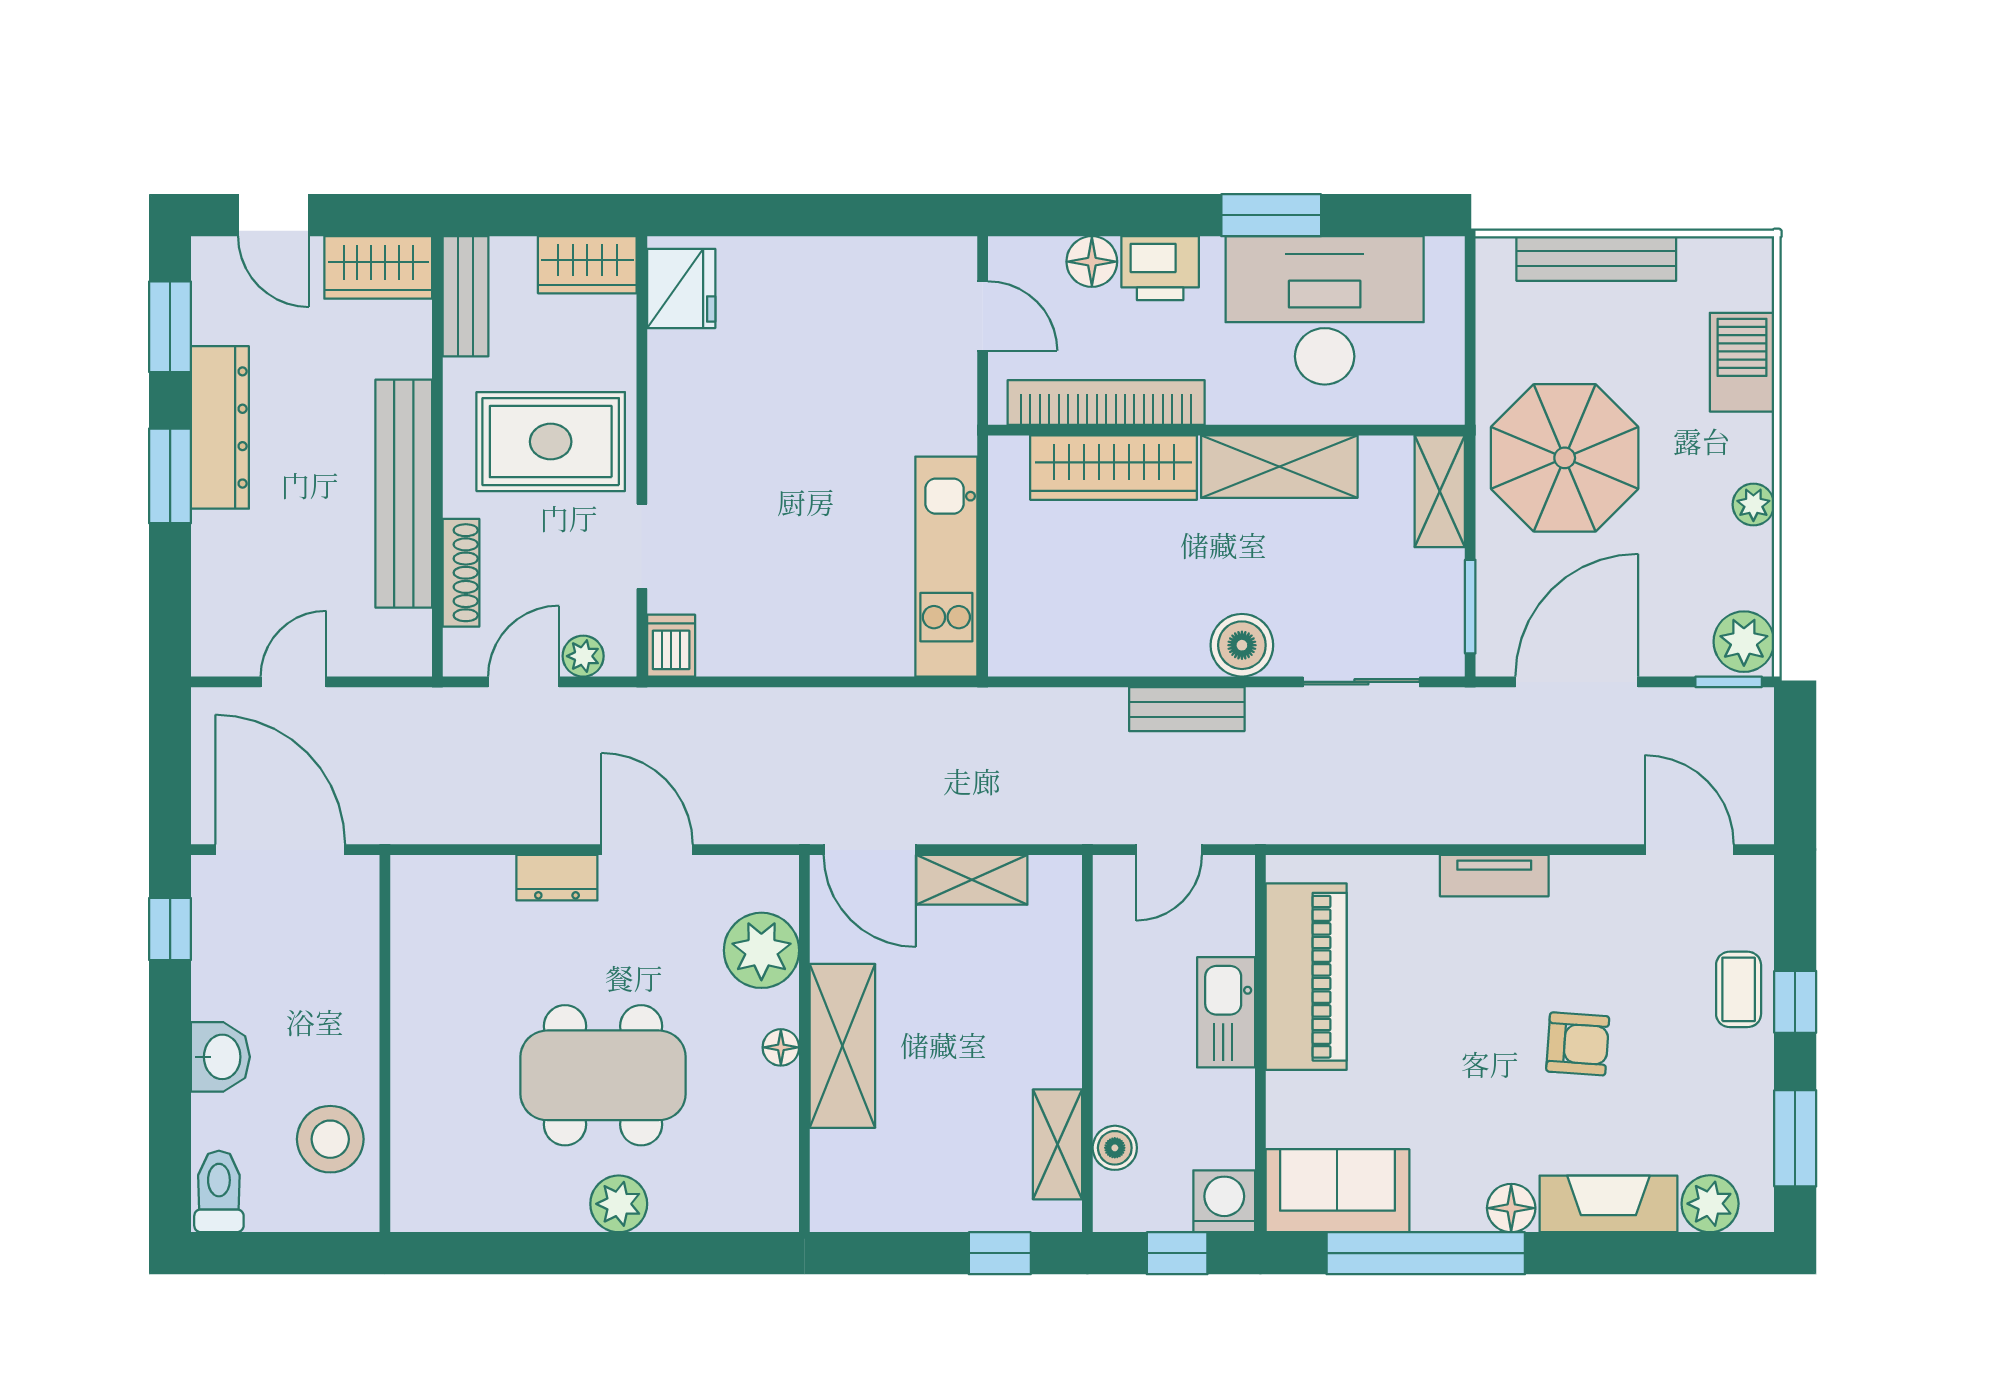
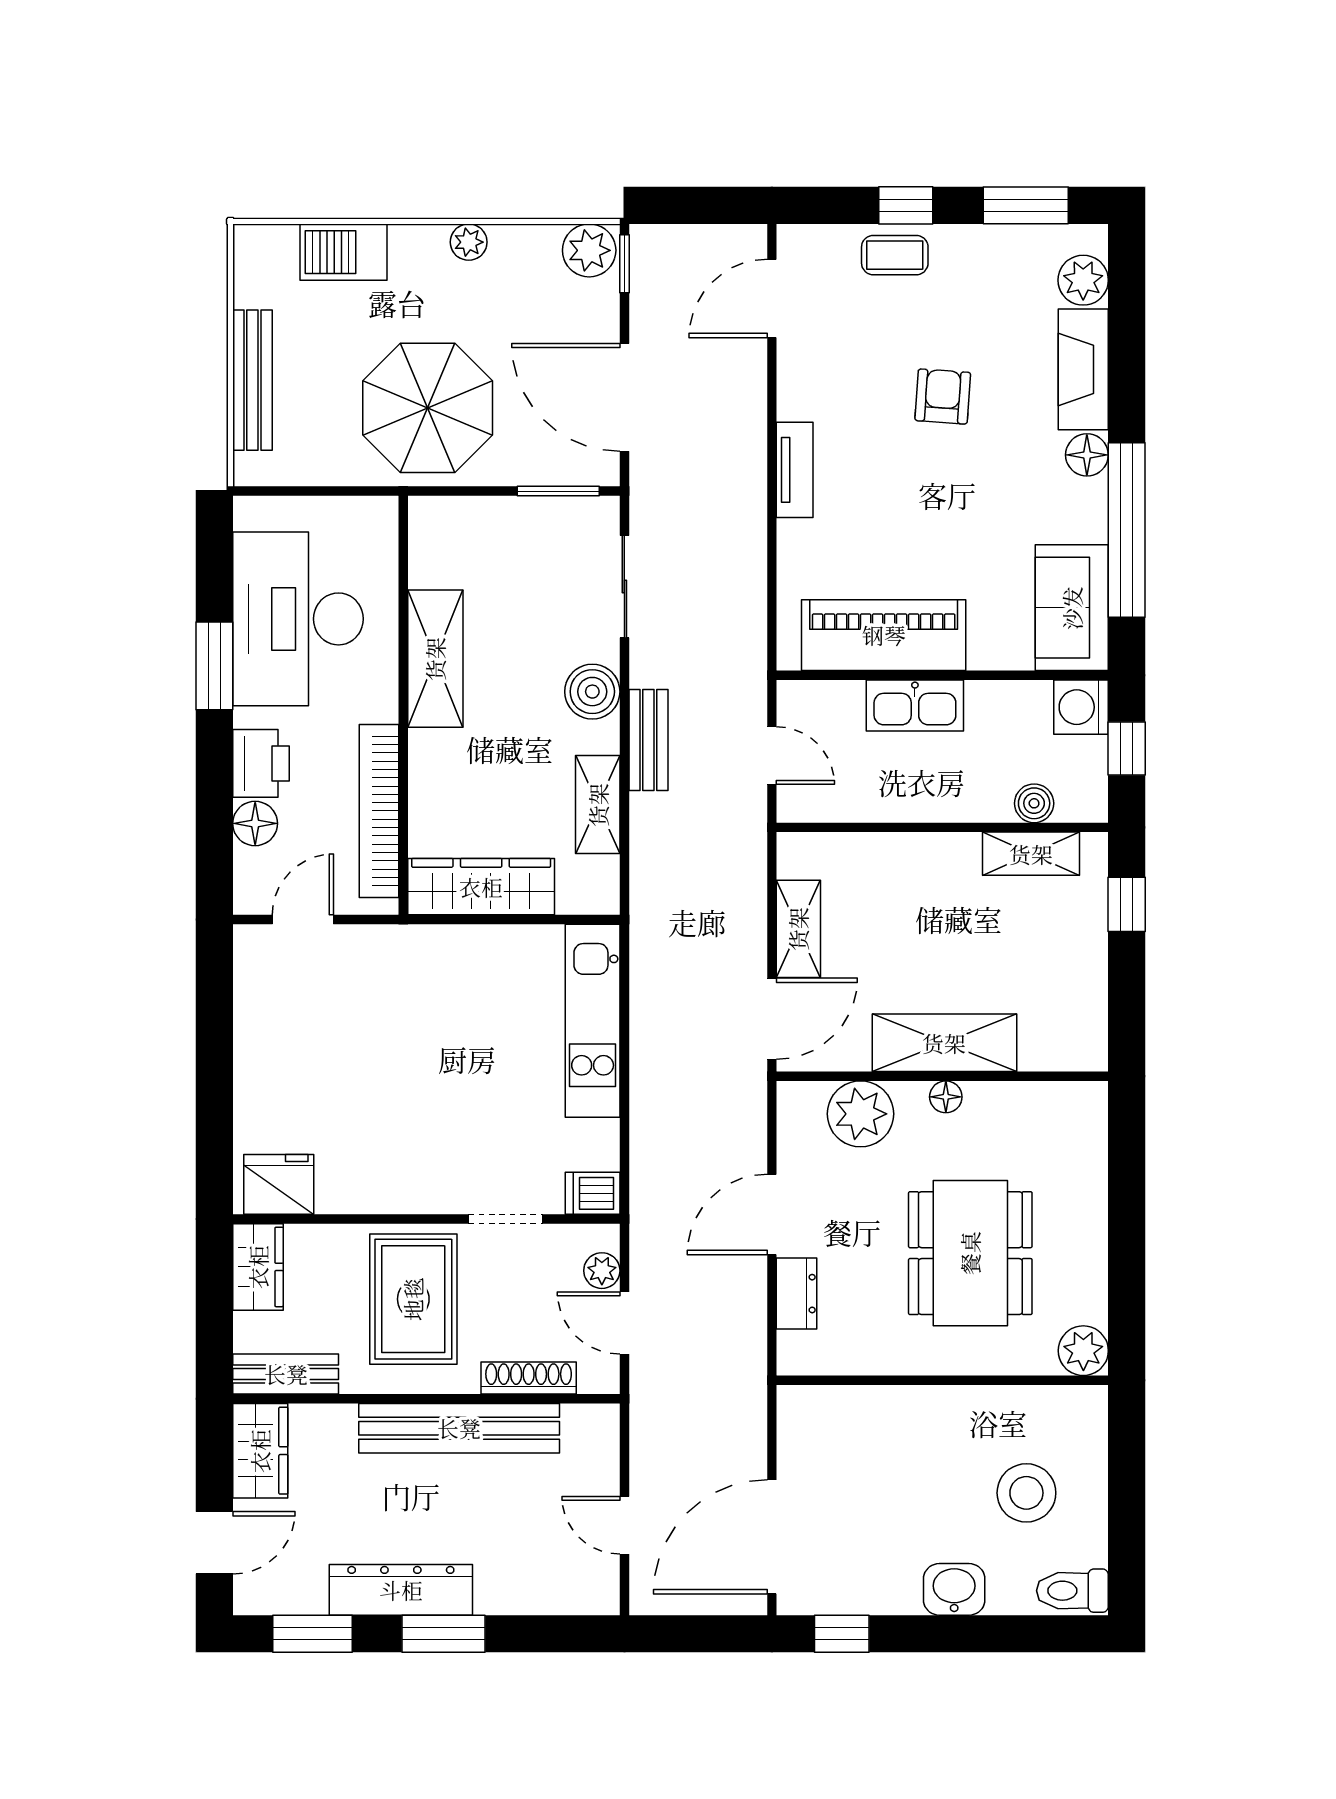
wardrobe: (1114, 468) -> (481, 887), moved, turned -90
shelving: (1440, 491) -> (598, 805), moved, turned 90
kitchen unit: (946, 567) -> (593, 1021), moved, turned 90
wall: (385, 1044) -> (942, 1380), moved
plant: (619, 1204) -> (1083, 1351), moved

